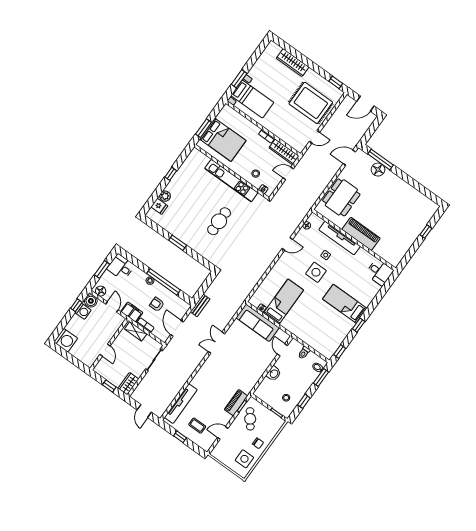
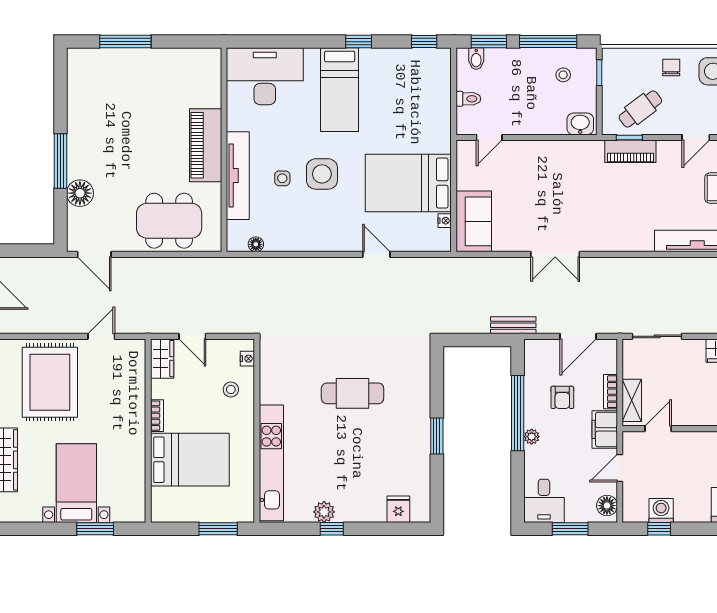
bed with nightstands: (252, 99) -> (76, 483), moved
door: (314, 137) -> (101, 336), hinge flipped
bed: (223, 140) -> (190, 460), moved, turned 90
wardrobe: (284, 152) -> (162, 359), width x0.67
window: (381, 159) -> (60, 161), moved
kitchen unit: (231, 181) -> (271, 463), moved
plant: (165, 196) -> (324, 512), moved
window: (426, 232) -> (125, 42), width x2.17
door: (287, 244) -> (376, 254), moved
desk: (379, 272) -> (265, 76), width x1.87, depth x1.30
boiler: (91, 301) -> (635, 510), removed
bed: (284, 302) -> (408, 183), width x1.50
sofa: (258, 323) -> (474, 221), width x0.73
door: (105, 350) -> (658, 429), moved
washbasin: (274, 373) -> (580, 124), moved
window: (304, 401) -> (548, 42), width x2.17
door: (223, 433) -> (696, 137), hinge flipped

